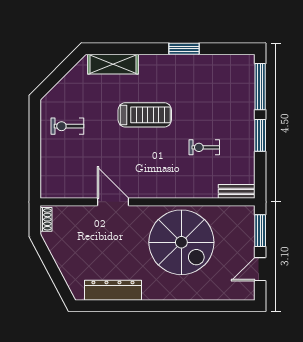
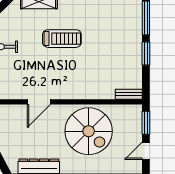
exercise bike: (204, 147) -> (105, 62), removed
door: (113, 202) -> (39, 102), swing flipped

